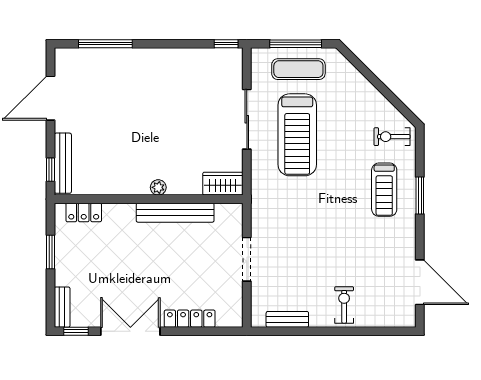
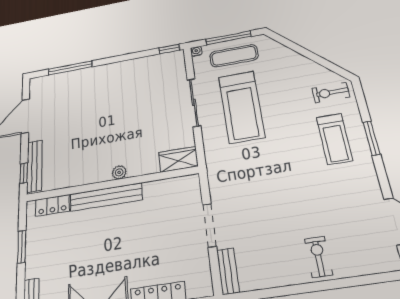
water cooler: (257, 54) -> (196, 51), added
bench: (175, 213) -> (106, 197), moved
bench: (287, 319) -> (228, 271), moved, turned 90

